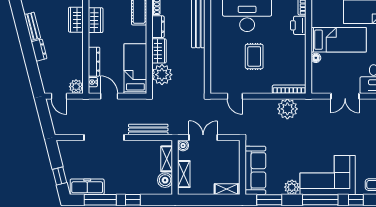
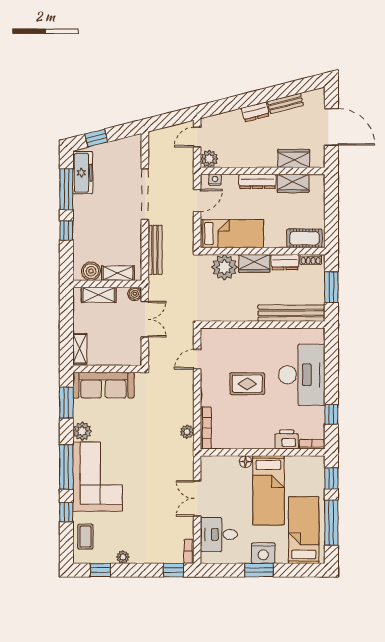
dresser: (94, 62) -> (258, 181), moved
plant: (287, 109) -> (187, 432), width x0.53, depth x0.53

